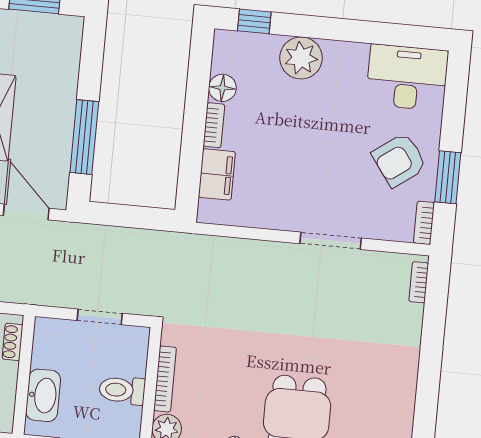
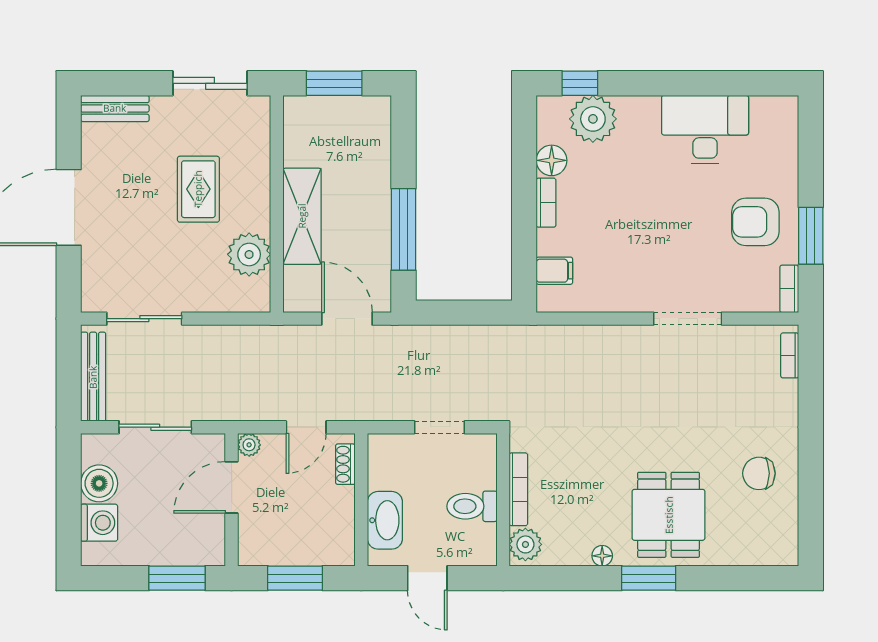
plant: (301, 58) -> (593, 119), moved
desk: (407, 78) -> (705, 130), moved
armchair: (399, 160) -> (755, 222), turned 36
filing cabinet: (217, 174) -> (554, 271), width x0.50
chair: (381, 385) -> (759, 473), added

